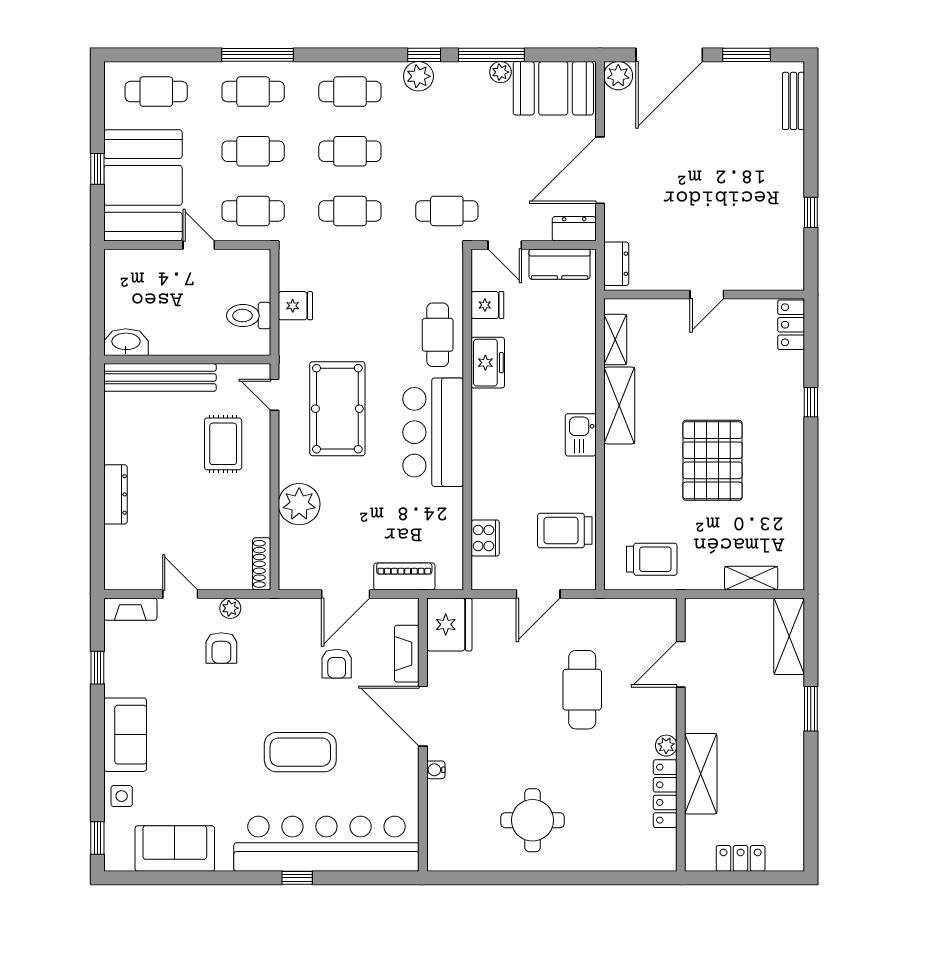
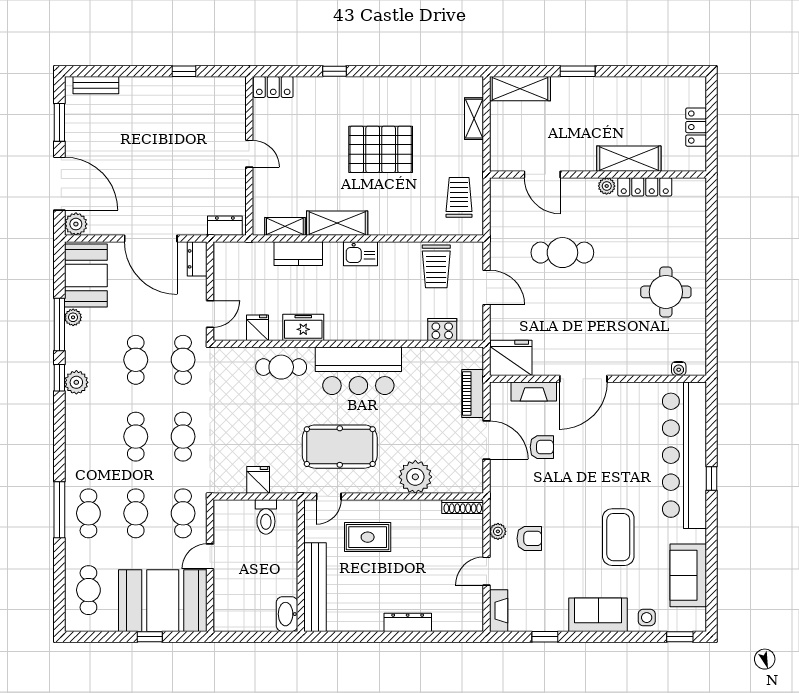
cafe table: (350, 92) -> (136, 360), moved
kitchen counter: (560, 264) -> (298, 254), moved, turned 90
coffee table: (300, 752) -> (618, 537), moved
water cooler: (436, 770) -> (679, 369), moved

